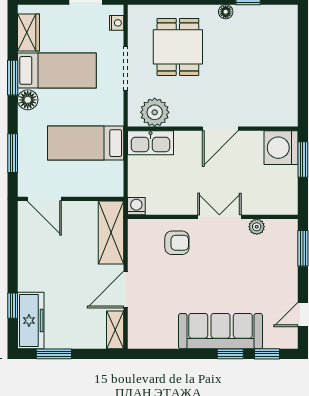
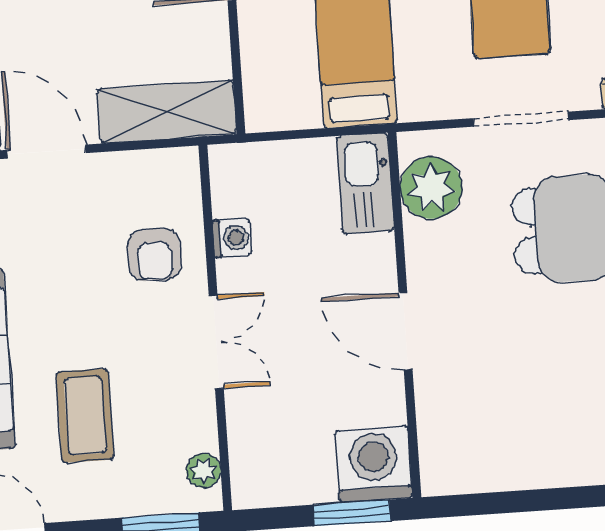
washing machine: (136, 206) -> (232, 238), moved
plant: (257, 227) -> (204, 471), moved
coffee table: (249, 280) -> (85, 416), added

